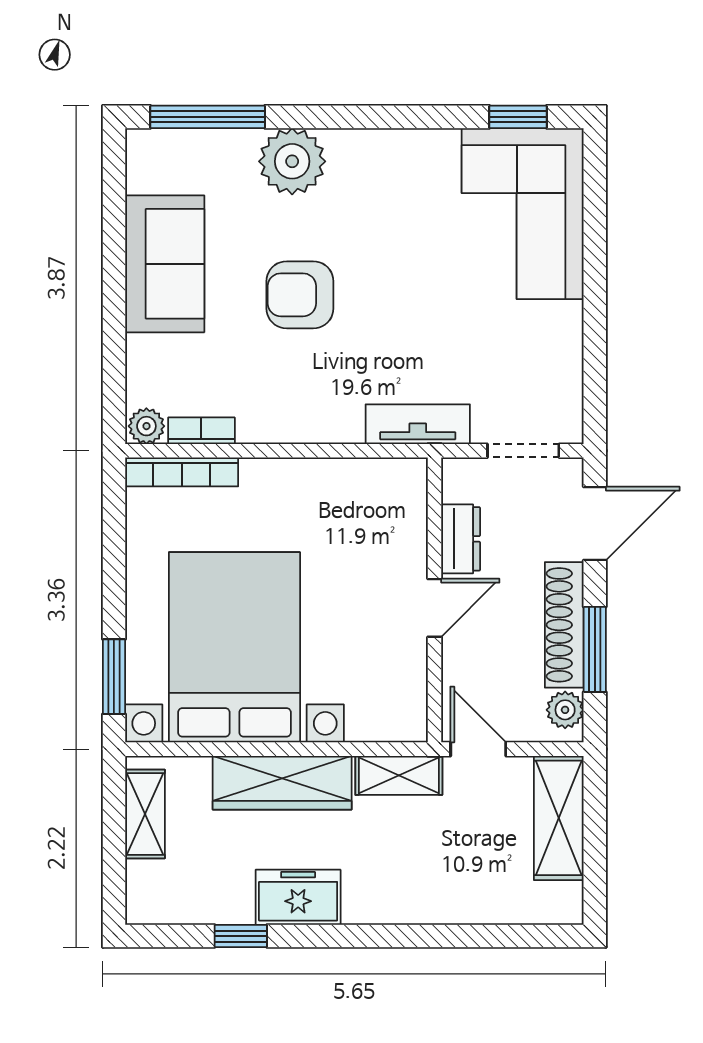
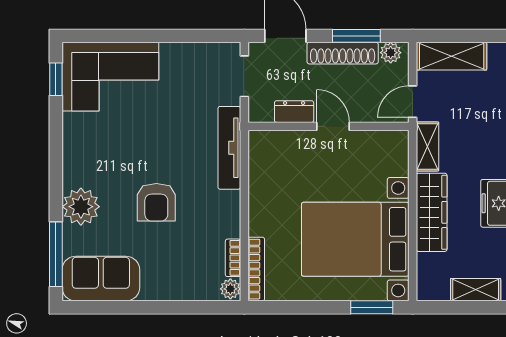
sofa: (165, 264) -> (101, 279), moved
tv unit: (418, 424) -> (229, 148), width x1.41
shelving: (145, 814) -> (476, 290), moved

